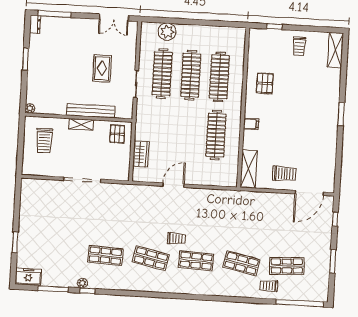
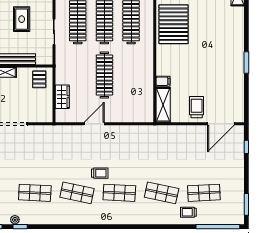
pallet: (265, 83) -> (174, 24), width x2.05, depth x2.00
window: (341, 114) -> (246, 63), moved
filing cabinet: (251, 124) -> (163, 81), moved
clothes rail: (216, 135) -> (104, 75), moved
trolley: (284, 174) -> (197, 107), turned -90
window: (333, 261) -> (246, 204), moved

